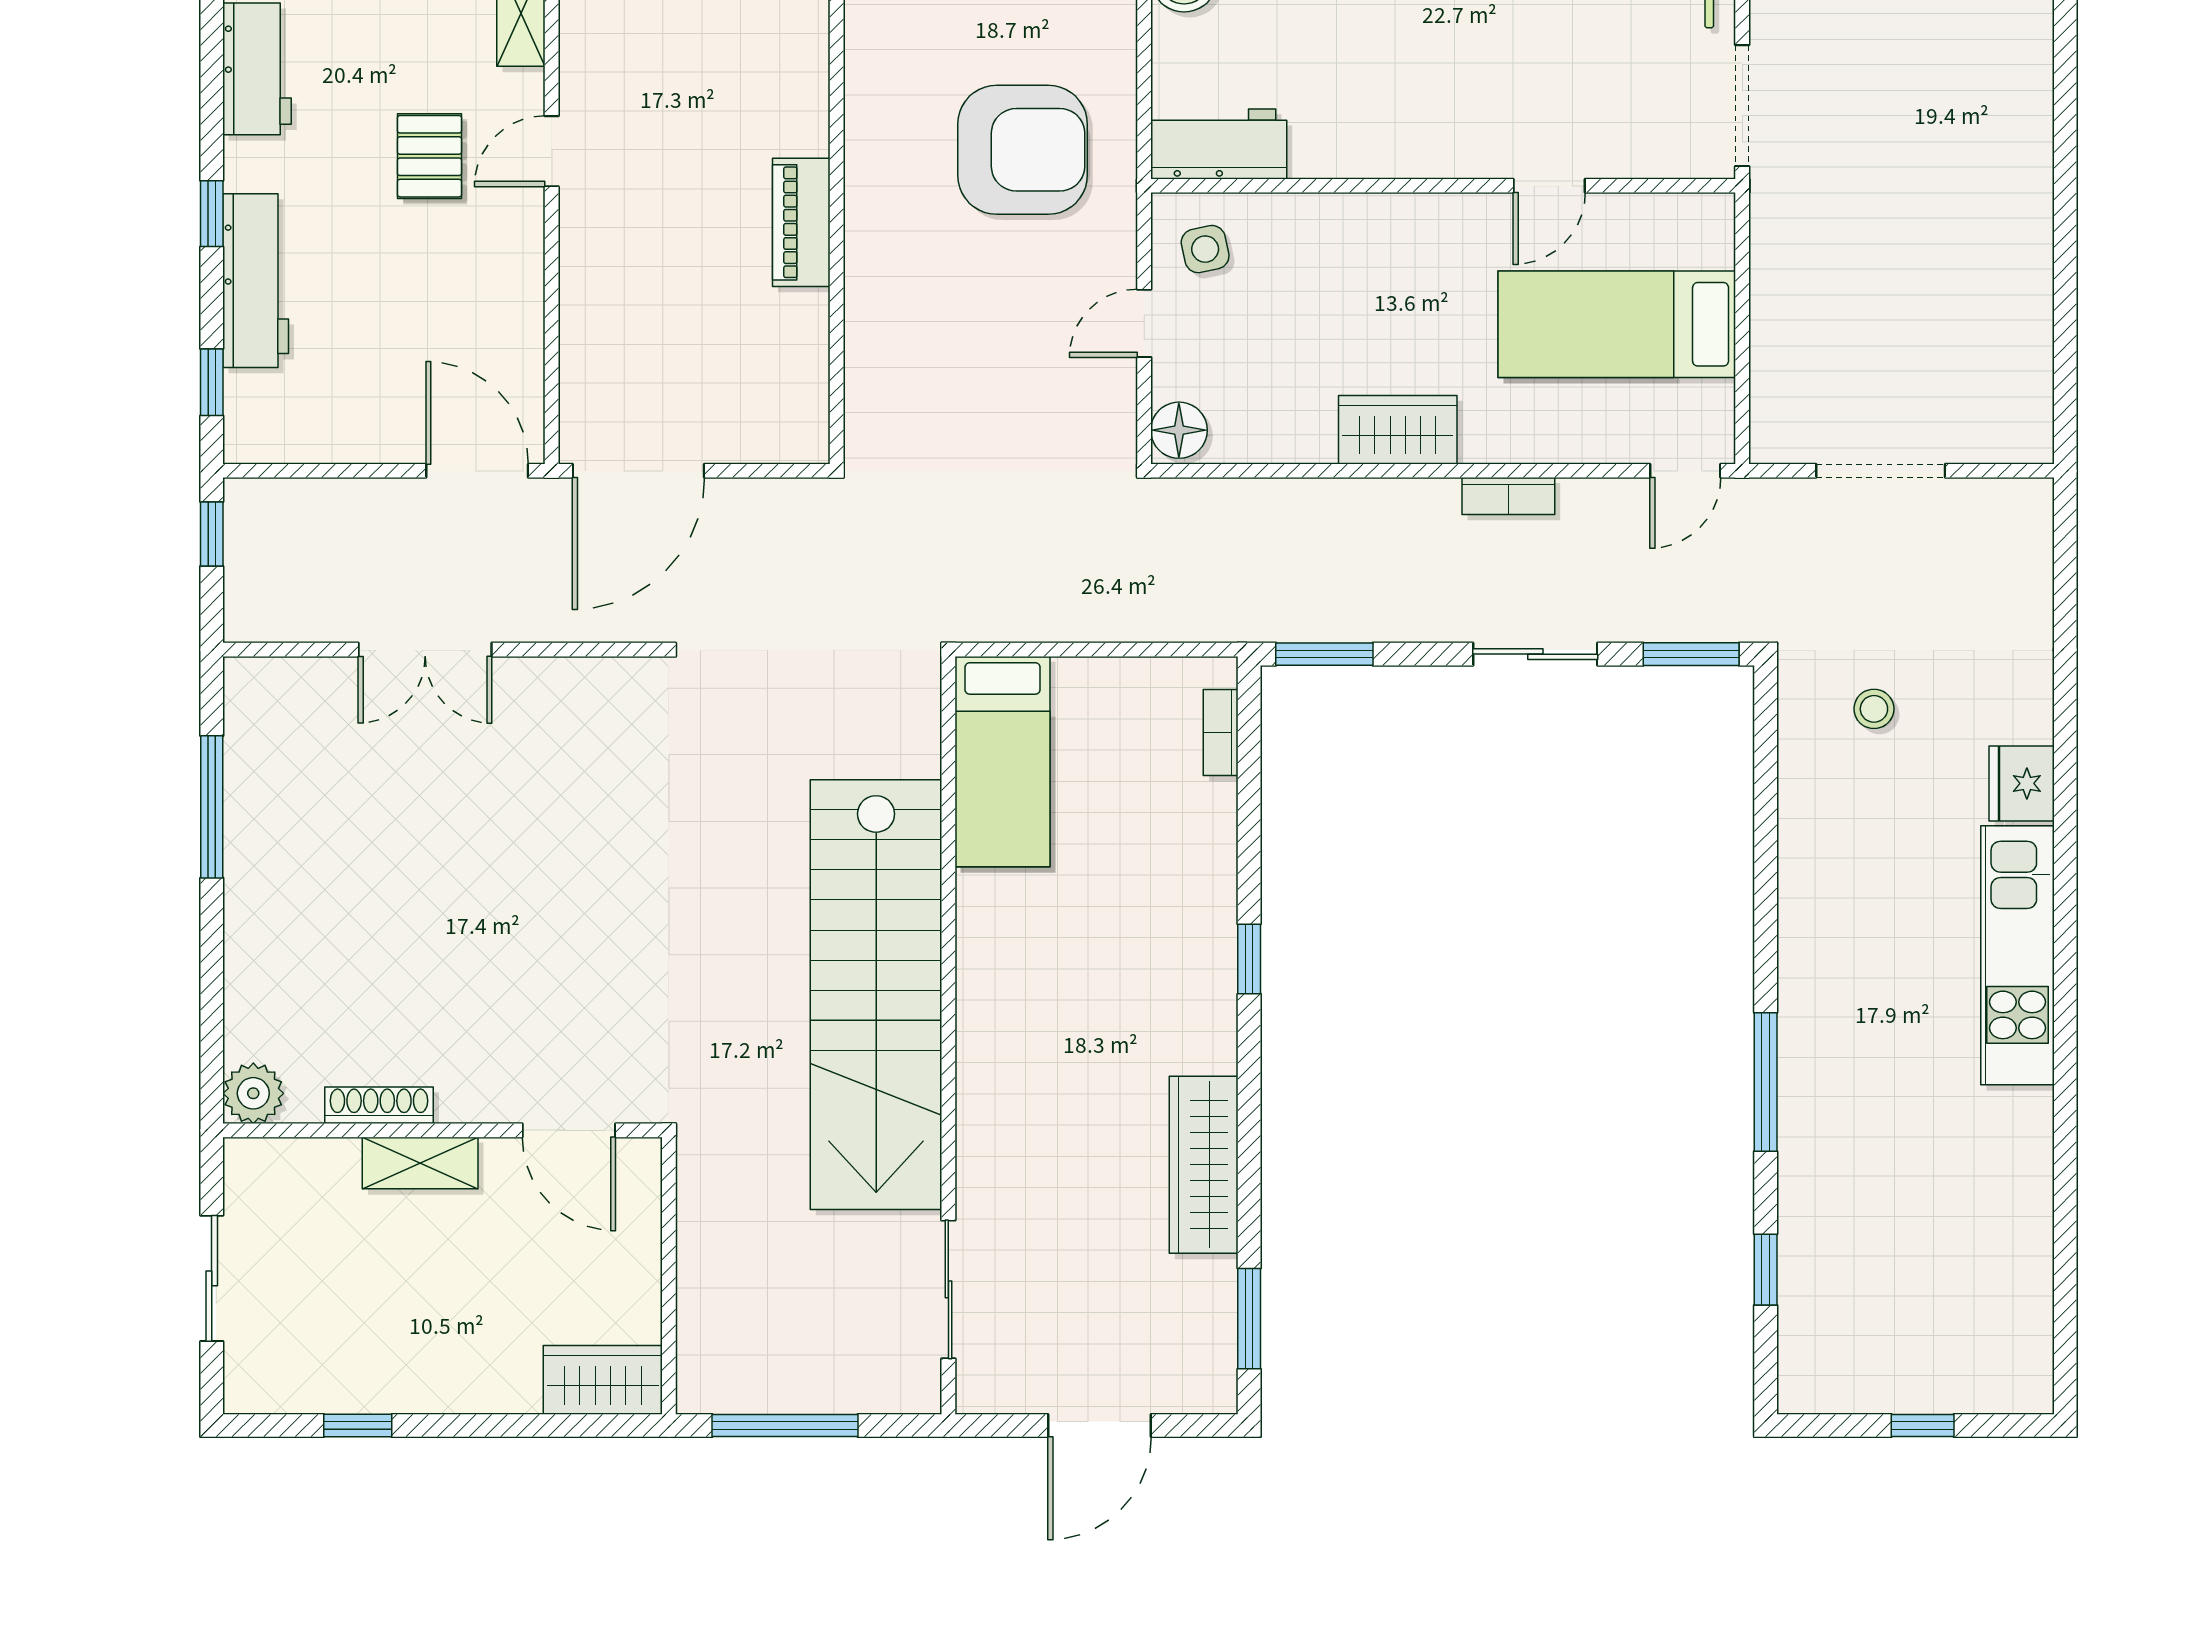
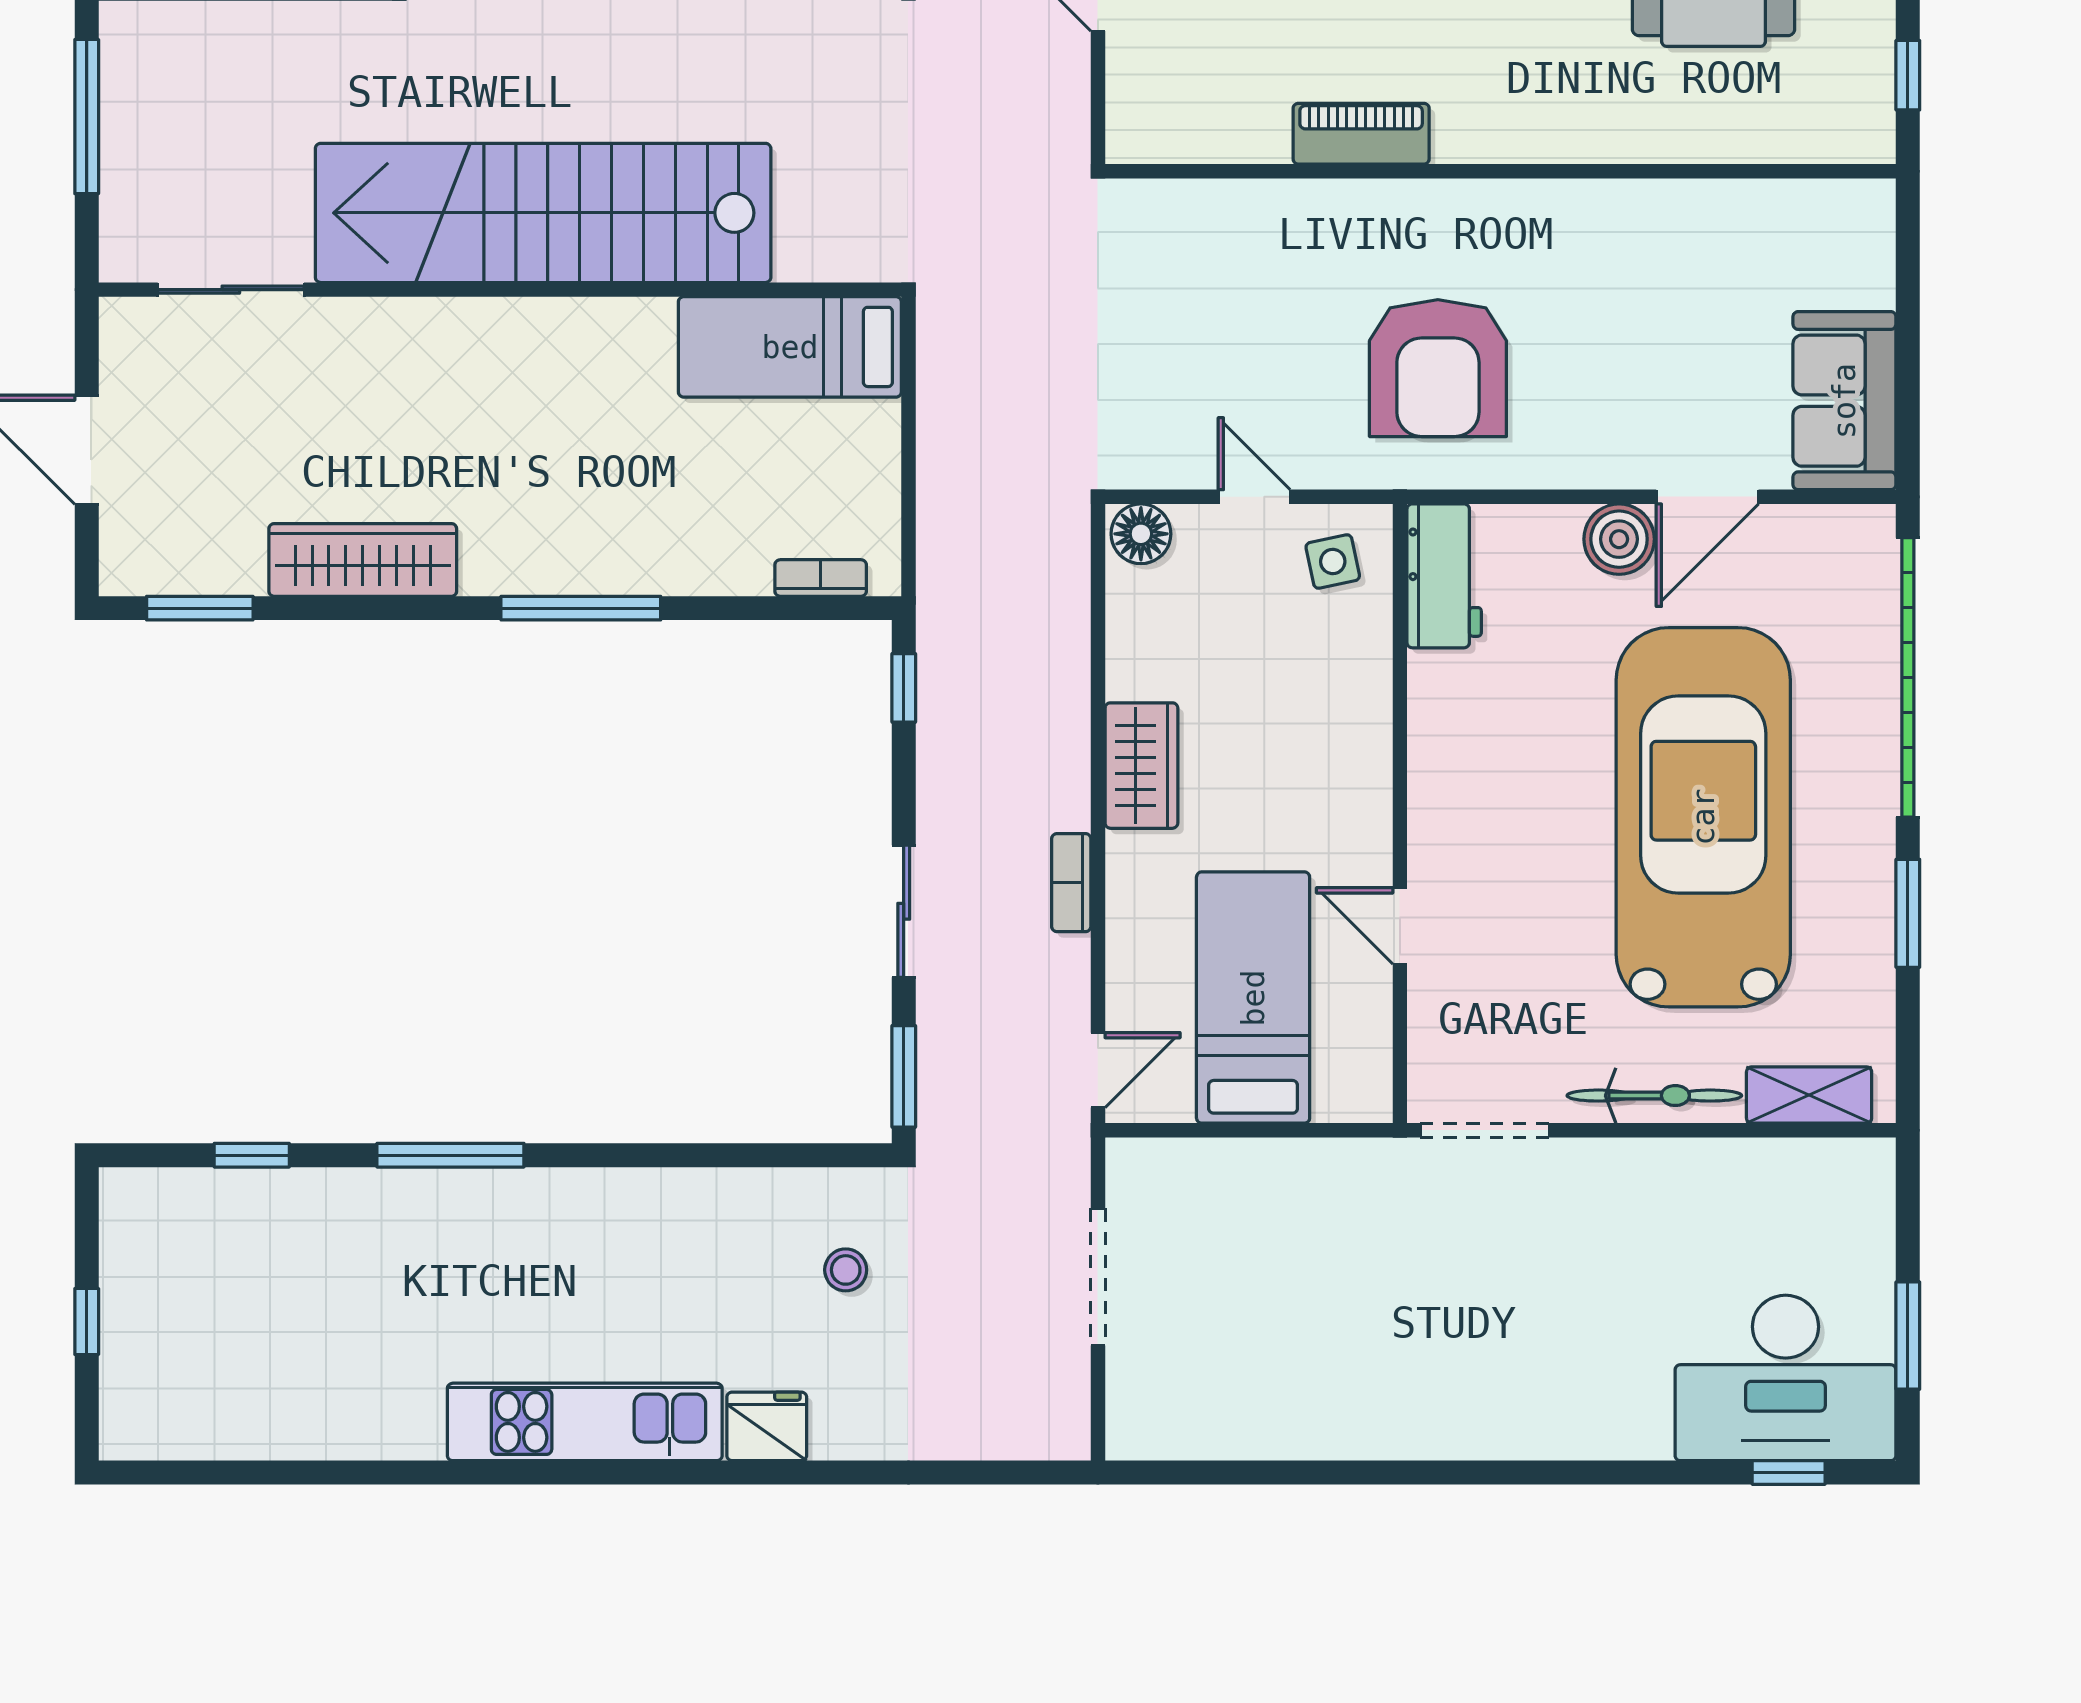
door: (1685, 471) -> (1098, 1070), swing flipped
window: (1324, 654) -> (904, 688), width x0.67
window: (1249, 959) -> (581, 608), width x2.17

